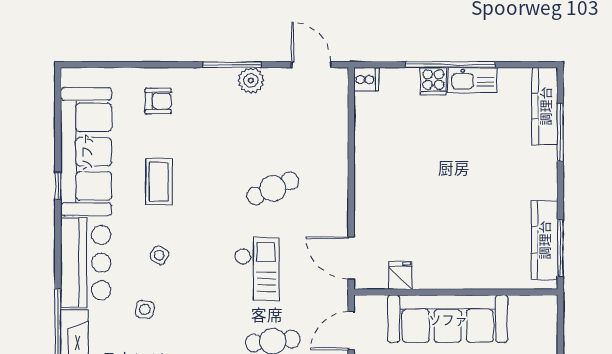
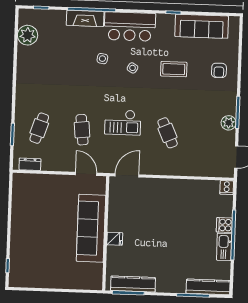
sofa: (86, 152) -> (202, 26), width x0.74, depth x0.79
fridge: (400, 276) -> (115, 239), moved

